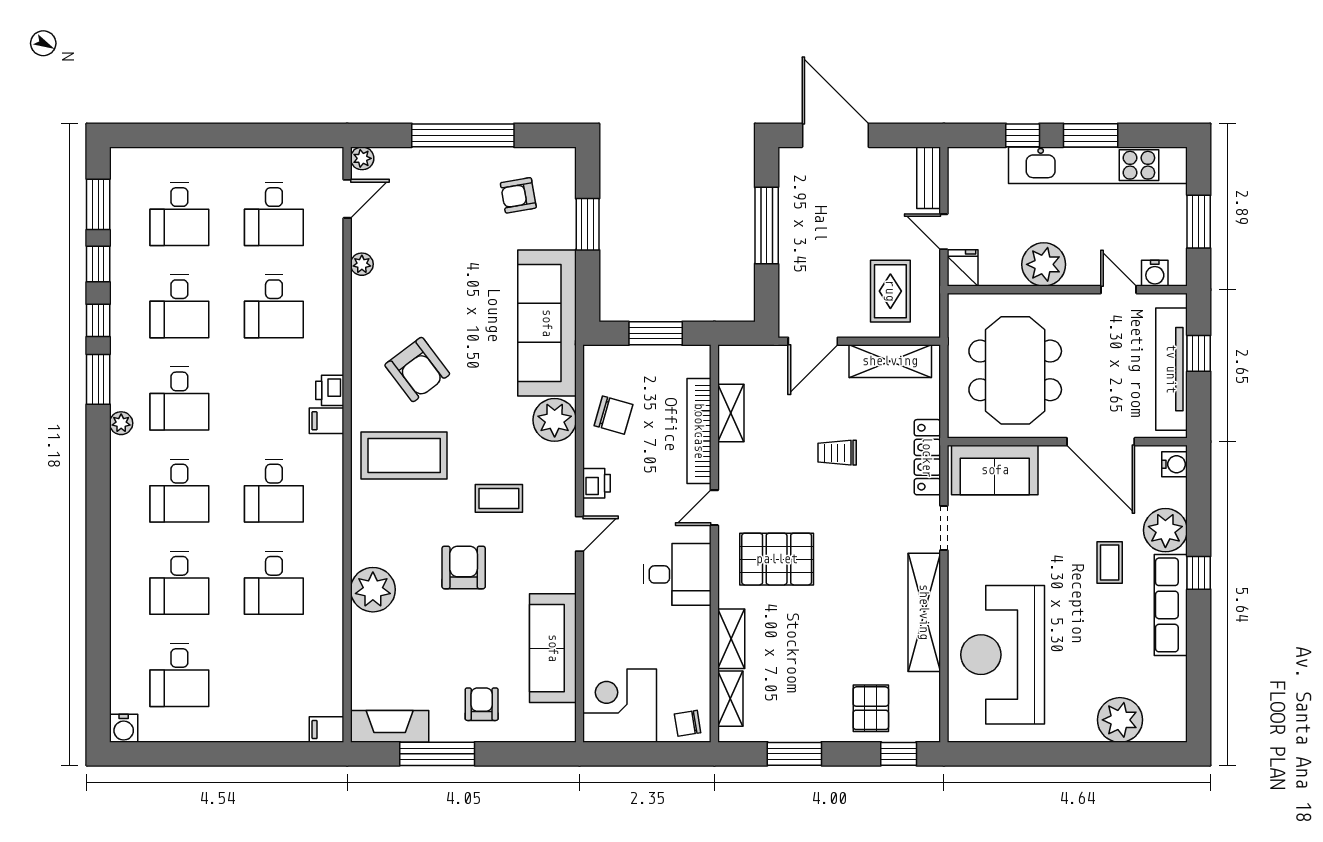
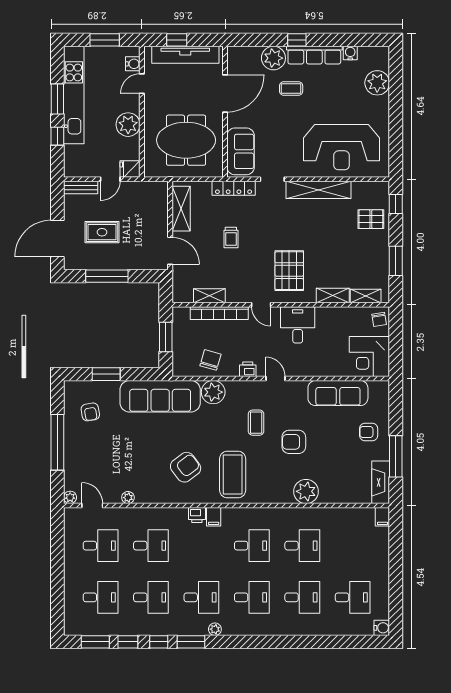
rug: (890, 291) -> (102, 232), moved
water cooler: (1174, 464) -> (350, 53), moved

